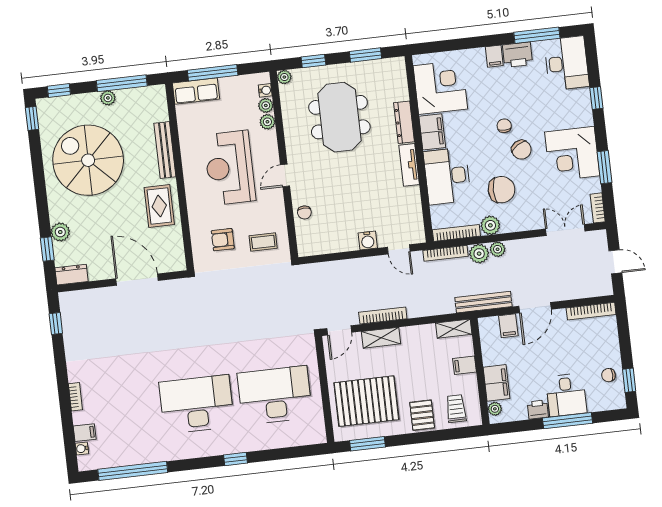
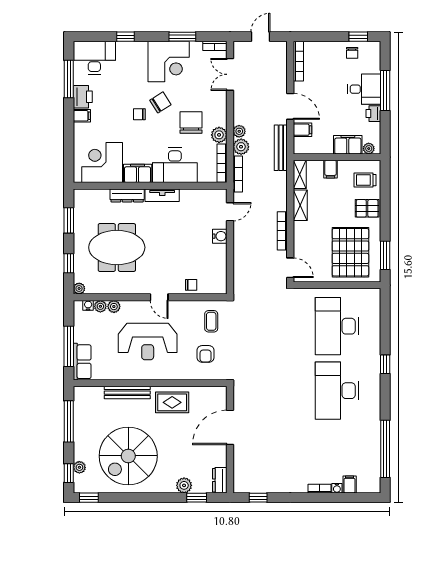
plant: (108, 98) -> (79, 467), moved
shelving: (381, 338) -> (300, 205), moved
water cooler: (82, 448) -> (337, 488), moved

